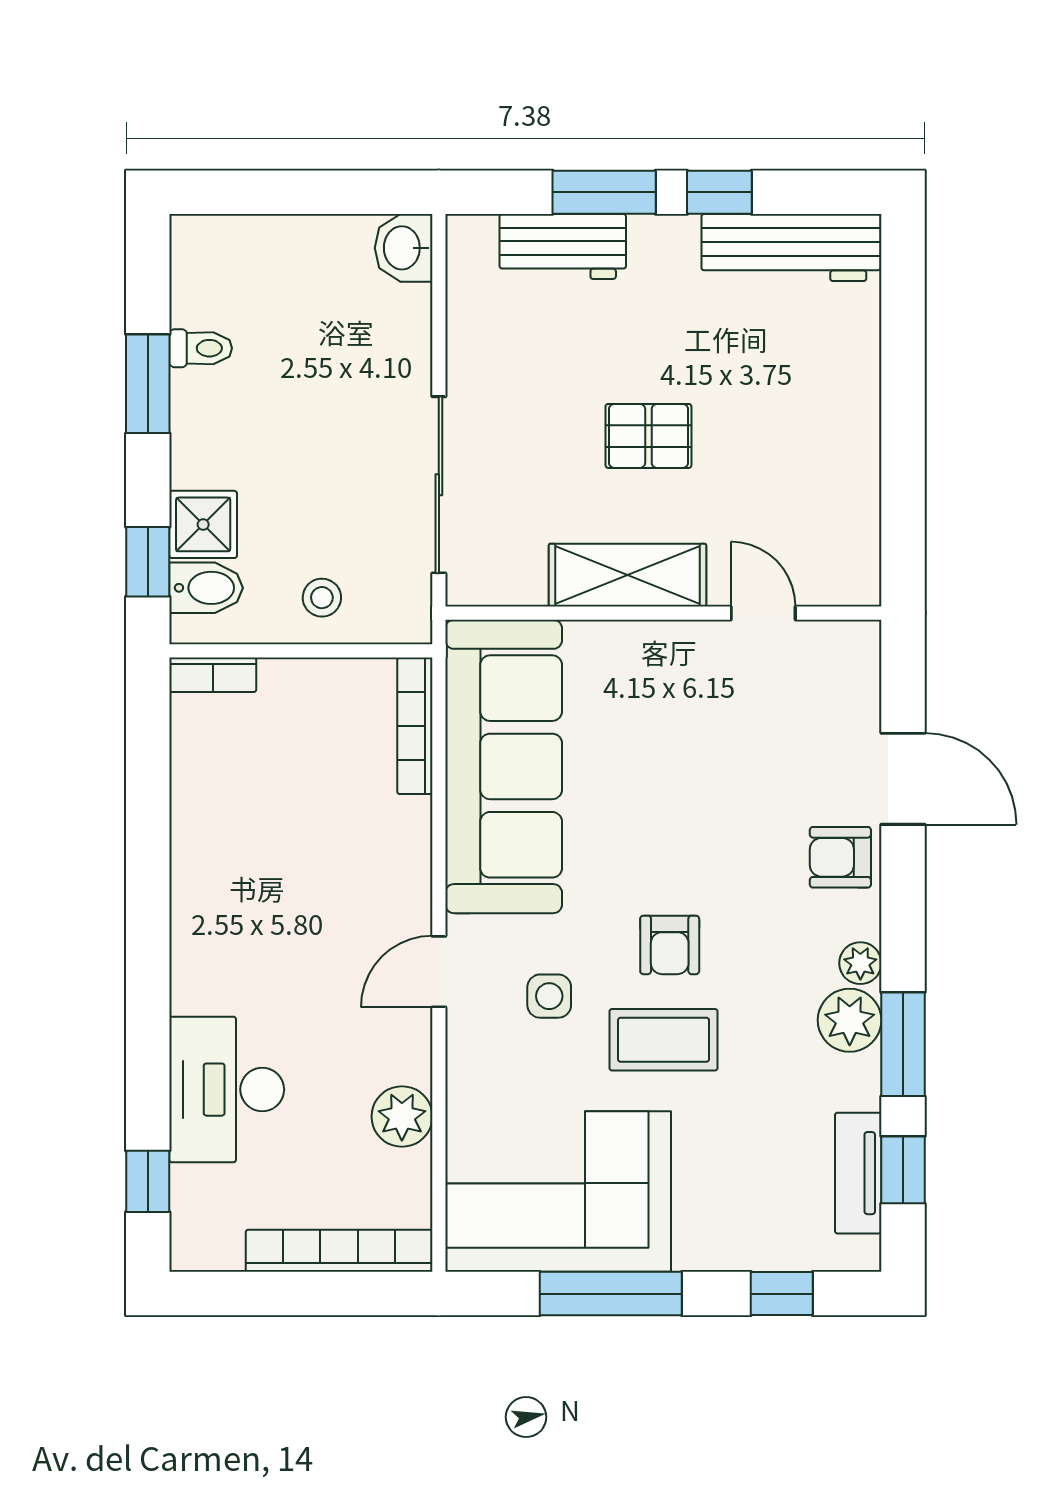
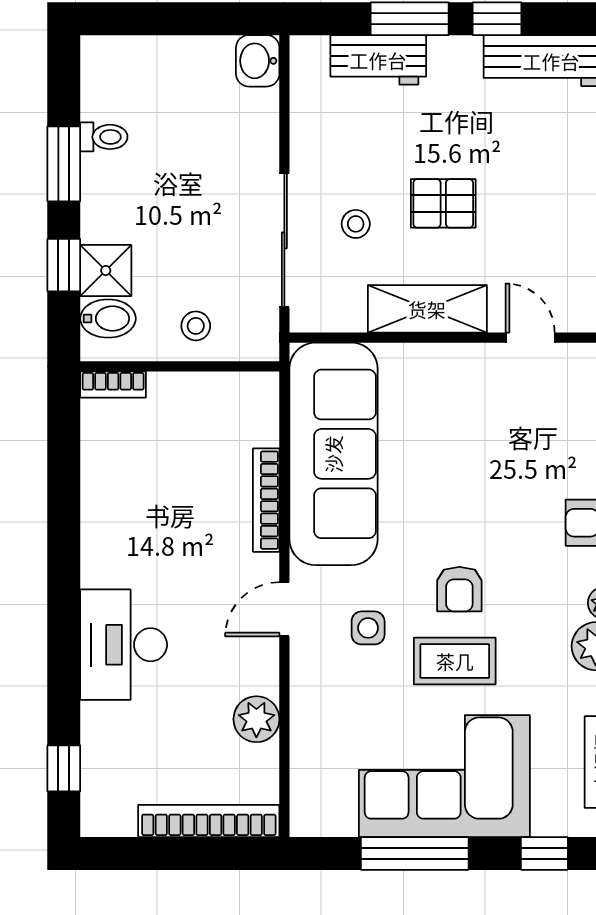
stool: (533, 463) -> (356, 224), added
window: (148, 562) -> (64, 265), moved
bookcase: (415, 726) -> (266, 500), moved
desk: (227, 1090) -> (124, 645), moved
corner sofa: (558, 1191) -> (444, 776), moved

